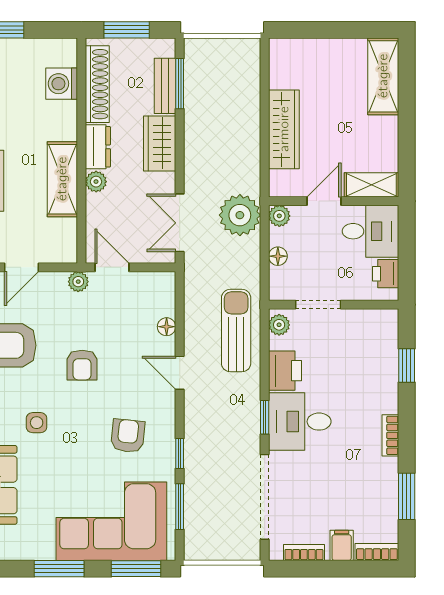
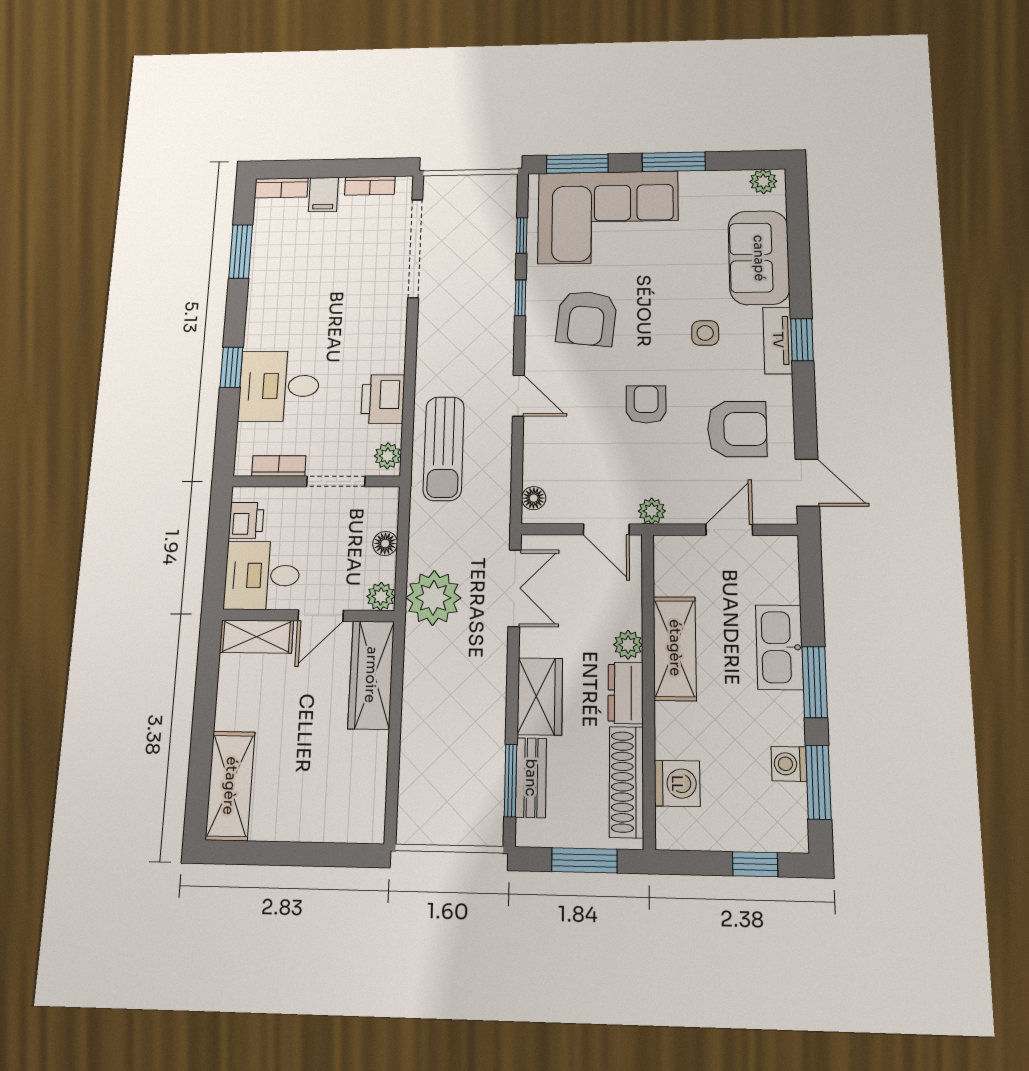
wardrobe: (284, 129) -> (371, 675), moved
floor lamp: (167, 327) -> (534, 498), moved
window: (407, 366) -> (232, 367), moved
window: (265, 417) -> (411, 342), removed
desk: (300, 422) -> (279, 386), moved, turned 180
bookcase: (390, 435) -> (279, 466), moved, turned -90
armchair: (128, 436) -> (587, 318), width x1.38, depth x1.38
window: (180, 507) -> (522, 235), width x0.67

